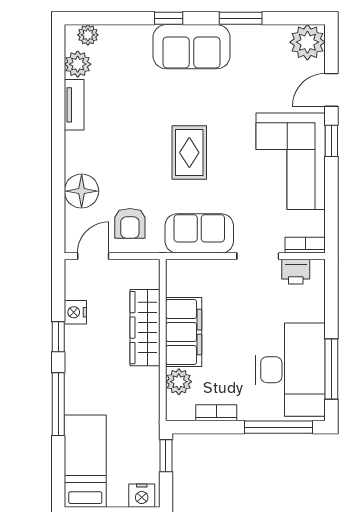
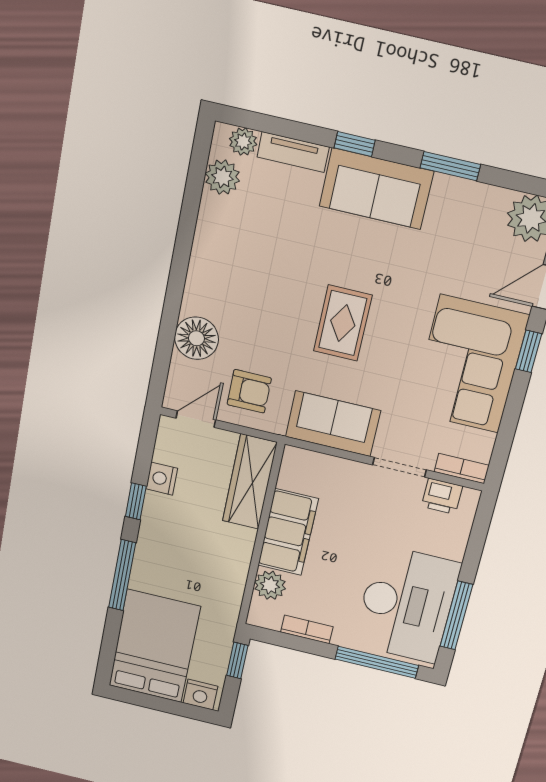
tv unit: (74, 105) -> (293, 152), moved, turned 90
armchair: (130, 223) -> (249, 391), turned -90
wardrobe: (145, 328) -> (250, 482), moved
bed: (85, 461) -> (154, 646), width x1.50

